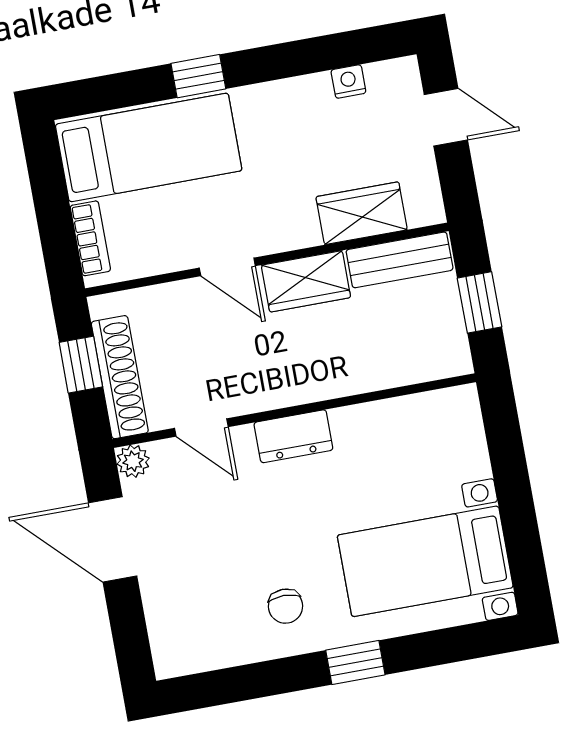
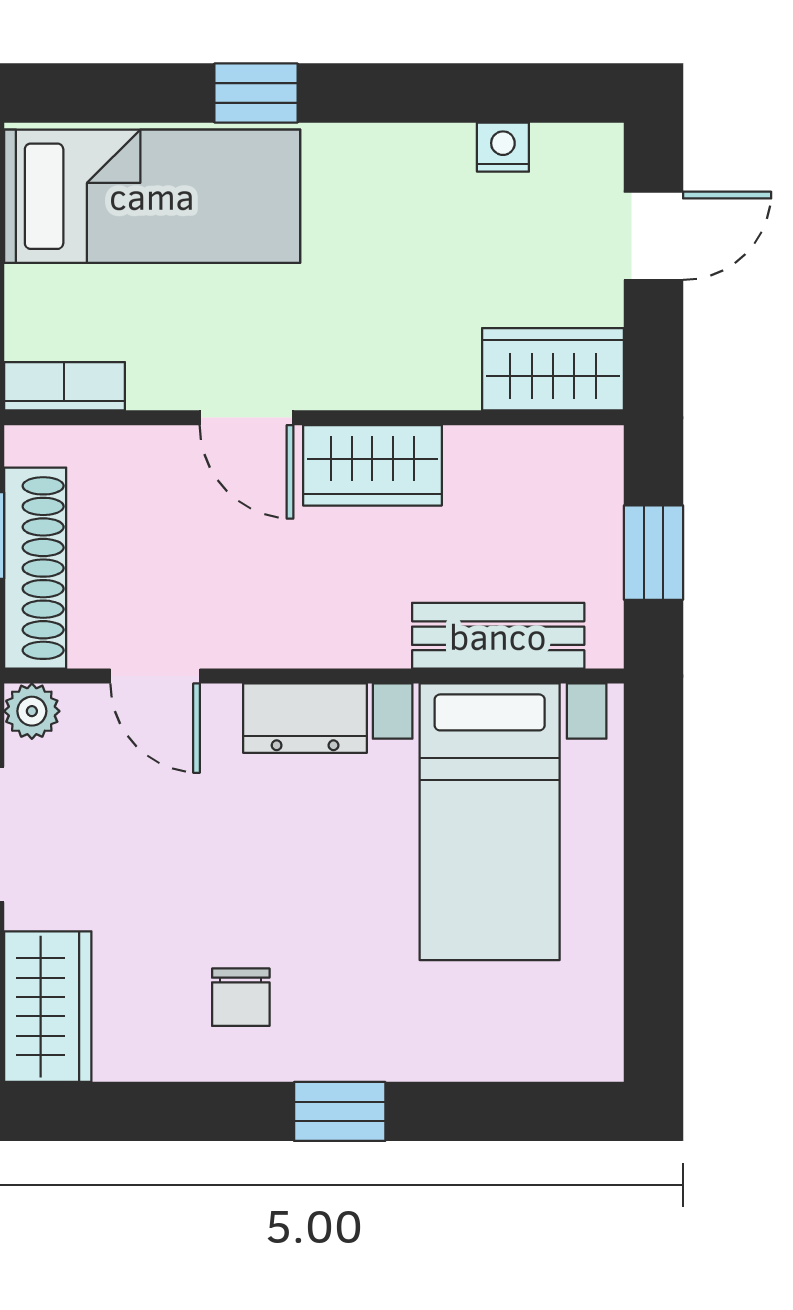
door: (446, 117) -> (654, 236), hinge flipped
wardrobe: (362, 213) -> (553, 369), moved
bookcase: (90, 238) -> (64, 386), moved, turned -90
bench: (400, 260) -> (498, 636), moved
bed with nightstands: (425, 561) -> (490, 822), moved, turned -90
wardrobe: (174, 632) -> (48, 1007), added

